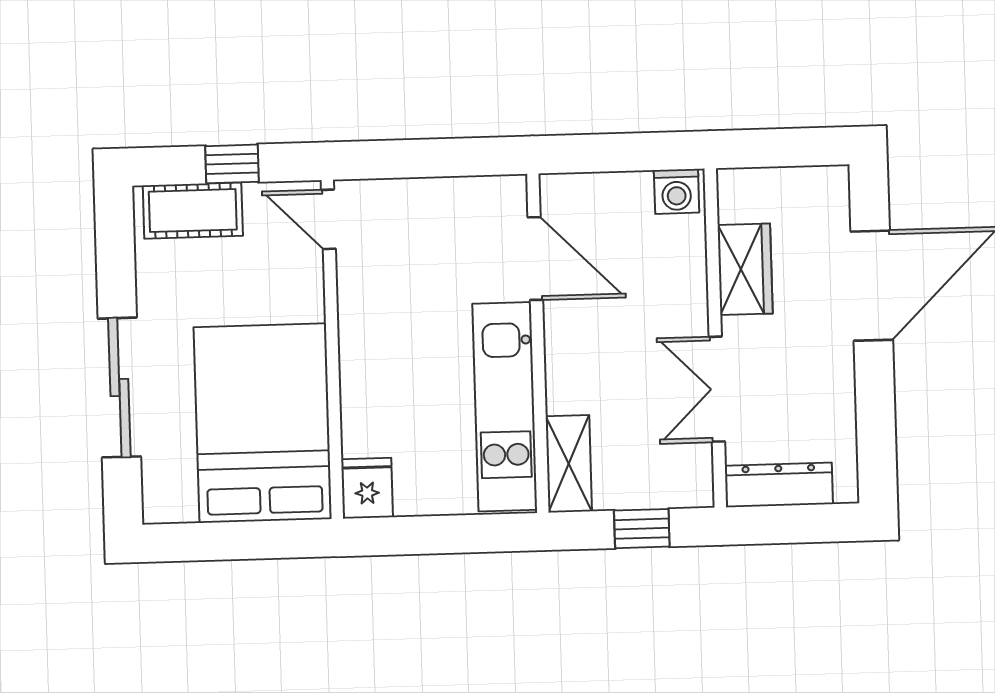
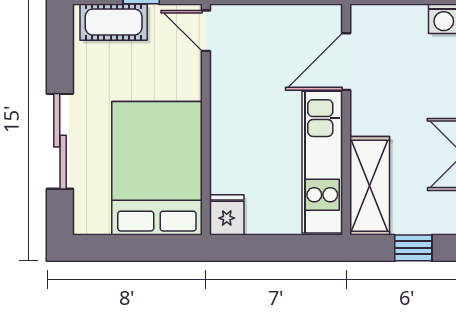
door: (535, 259) -> (346, 62), swing flipped
shelving: (569, 464) -> (370, 186), width x1.50, depth x1.33

